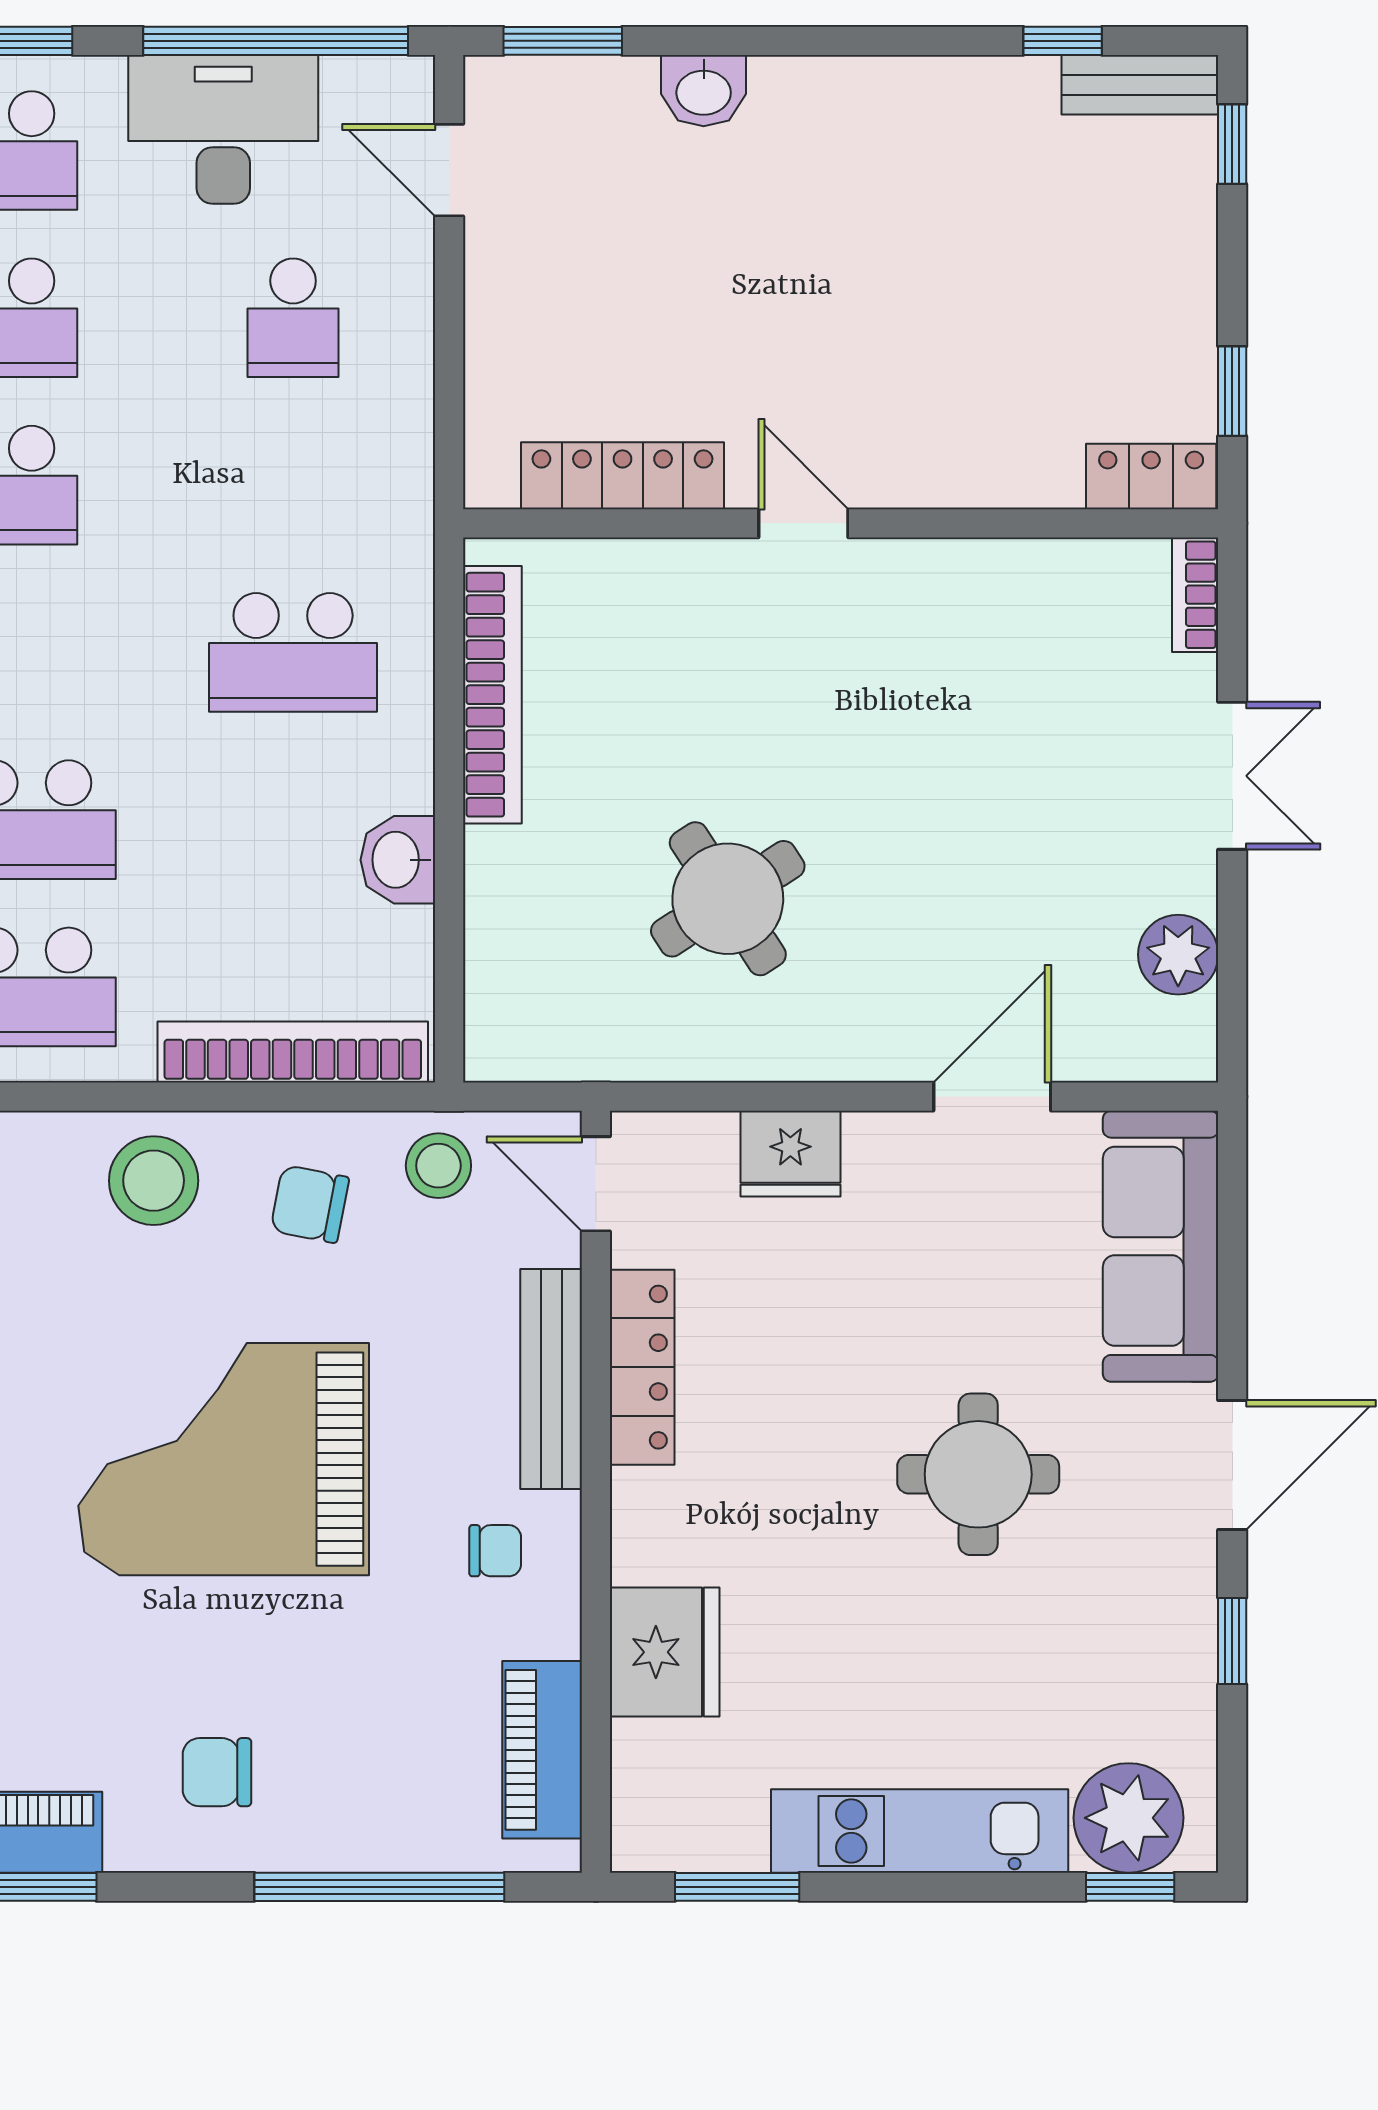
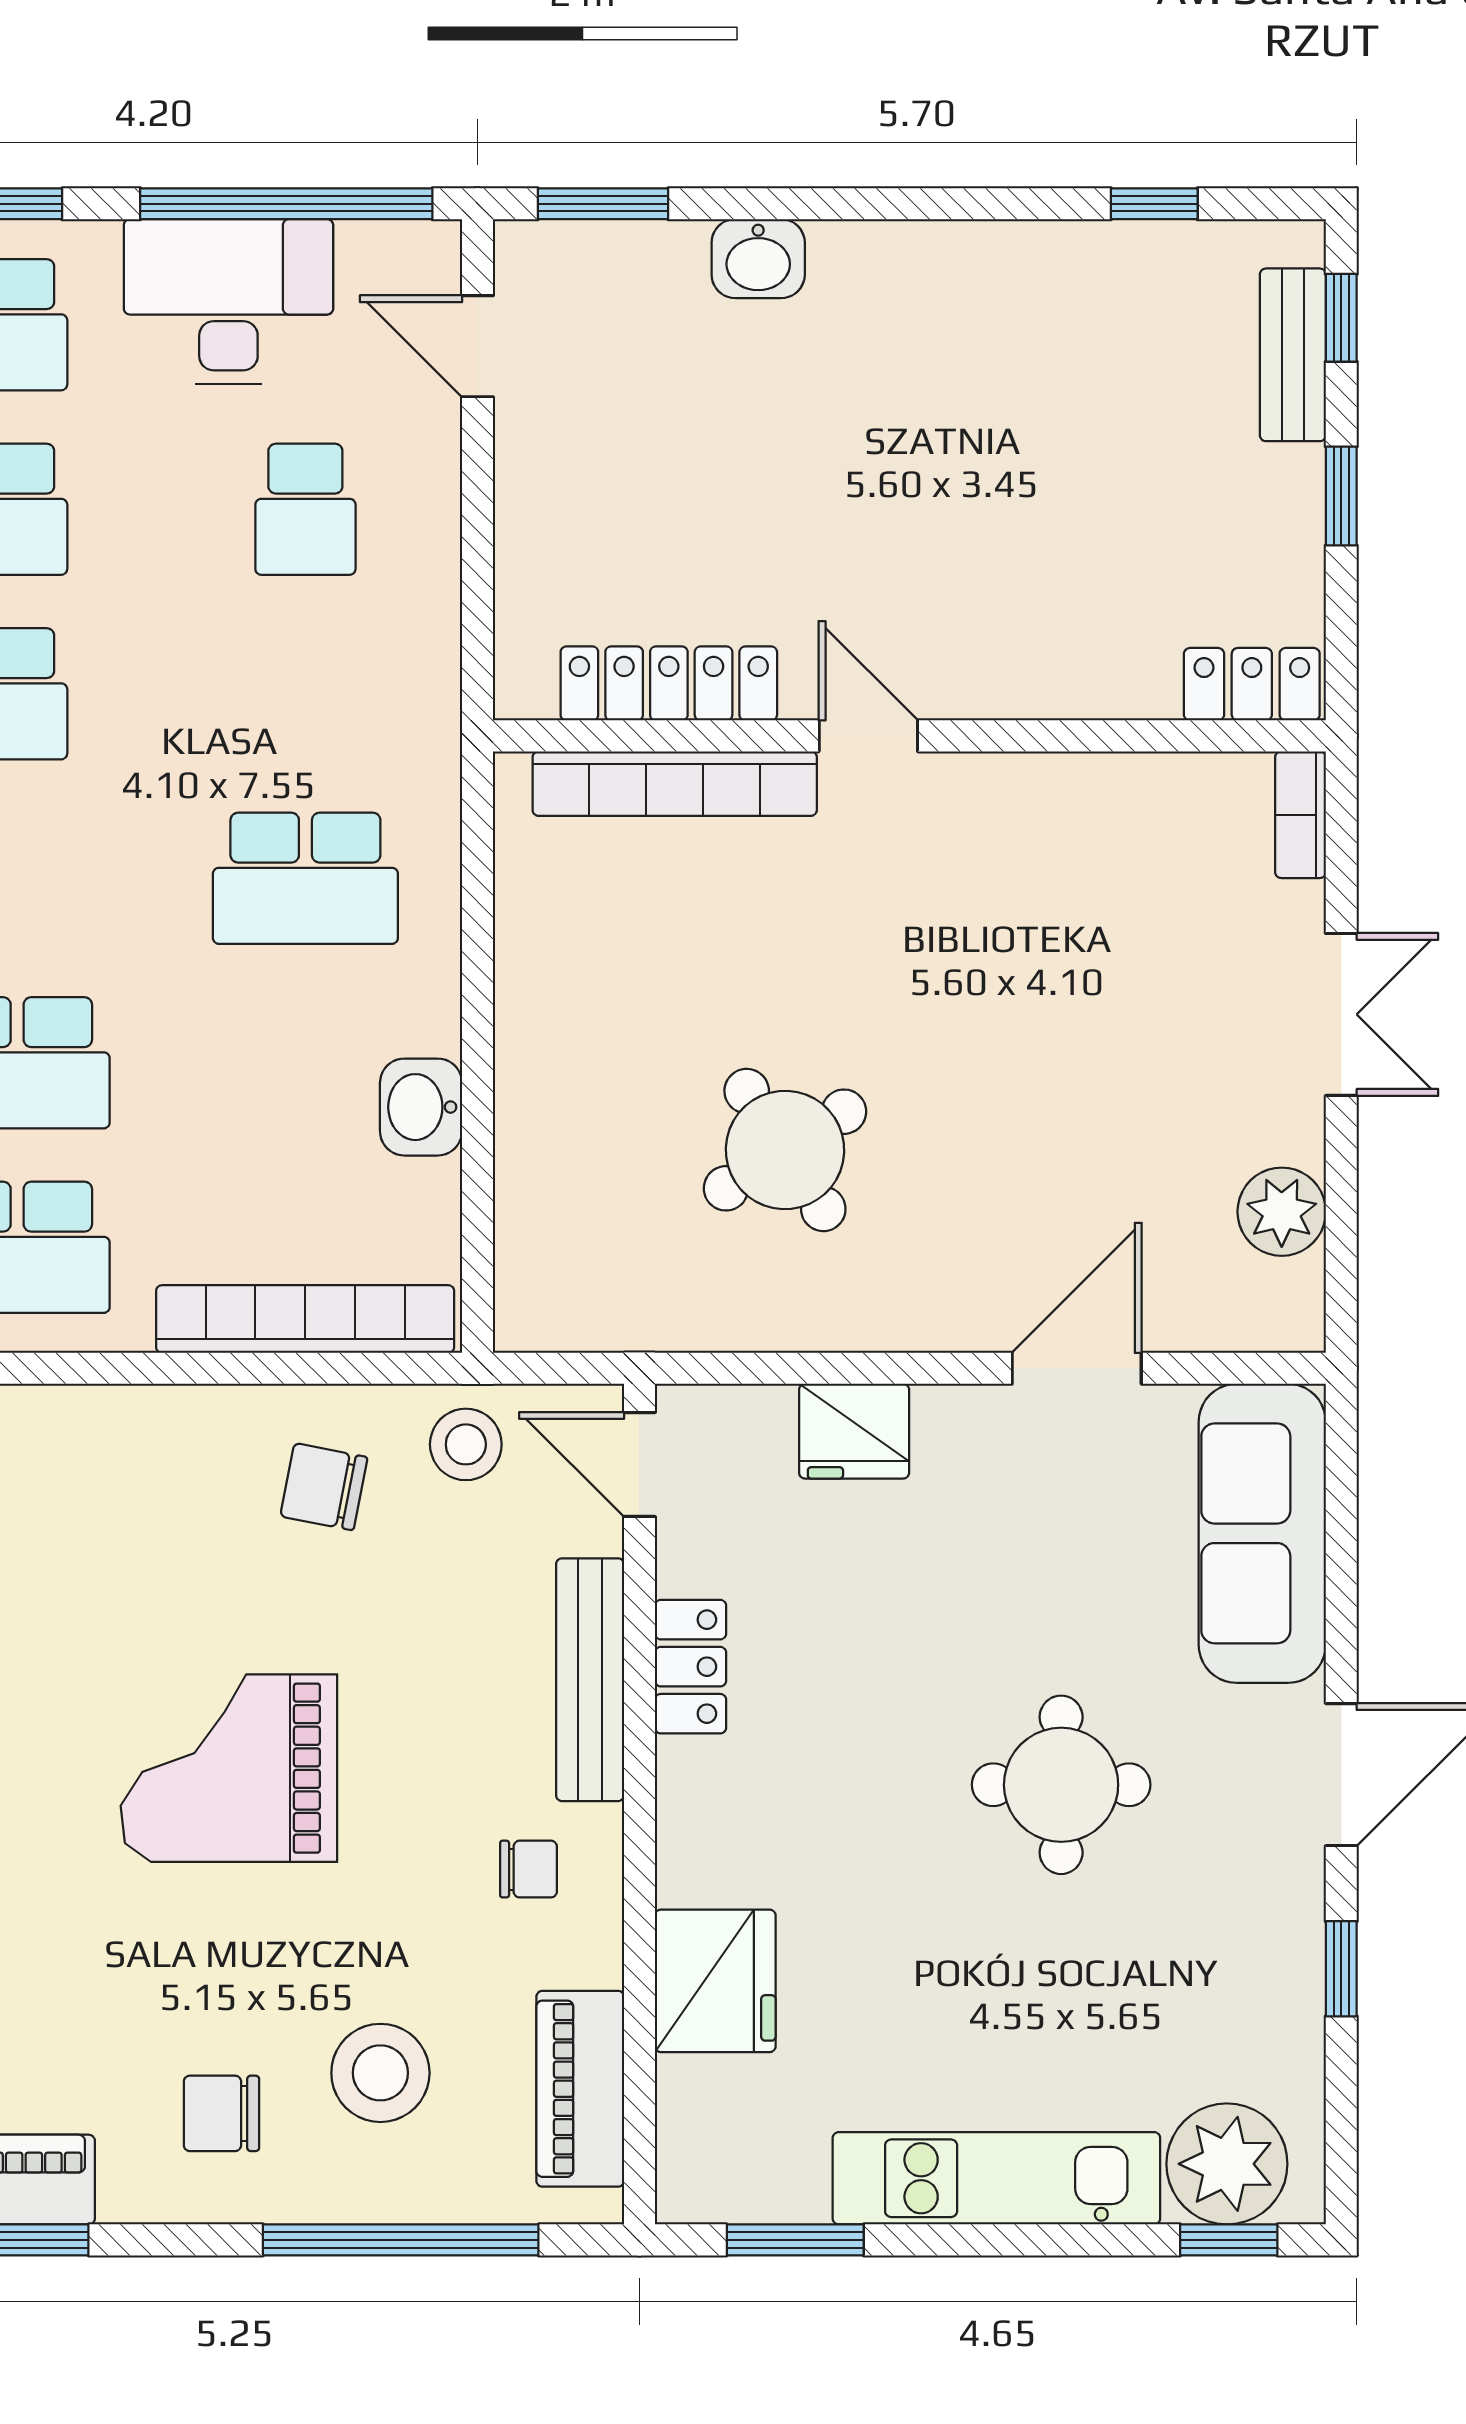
bench: (1140, 85) -> (1293, 355), moved, turned 90
window: (1232, 391) -> (1341, 496), moved
bookcase: (492, 695) -> (675, 784), moved, turned 90
stool: (154, 1181) -> (380, 2073), moved
locker: (642, 1367) -> (691, 1667), width x0.66
grand piano: (224, 1459) -> (229, 1768), width x0.73, depth x0.68

